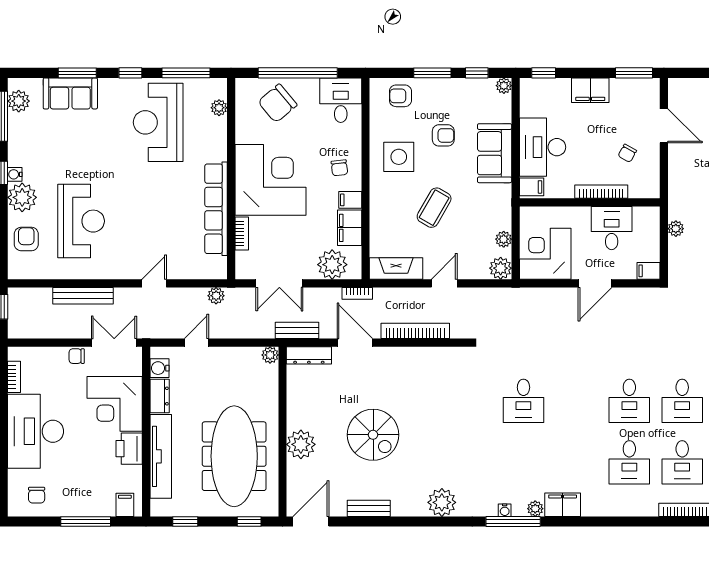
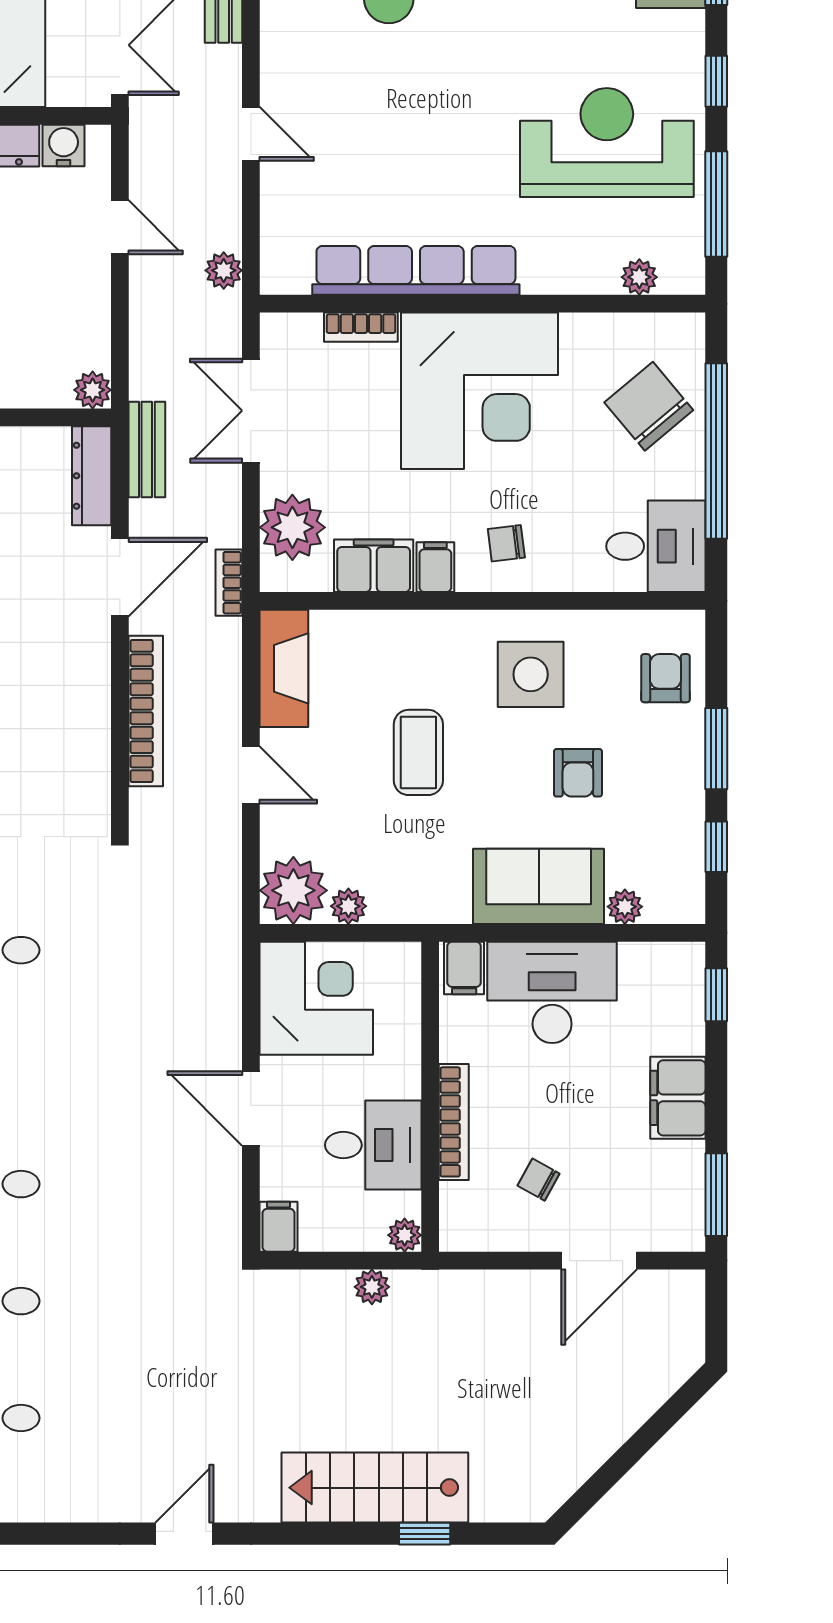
plant: (504, 86) -> (625, 907), moved
coffee table: (434, 208) -> (418, 752), turned 60
plant: (652, 214) -> (405, 1235), added
plant: (501, 268) -> (293, 890), width x1.36, depth x1.36

